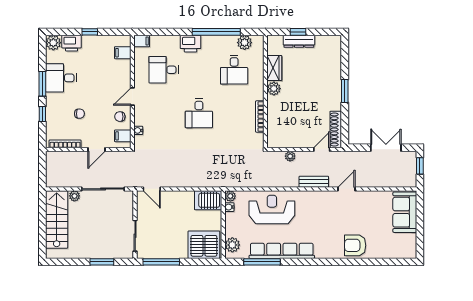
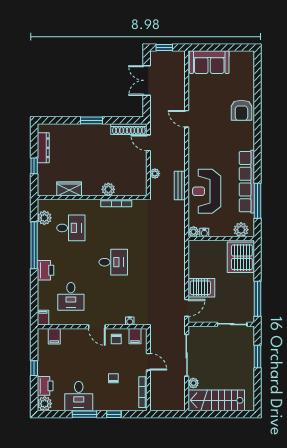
dresser: (299, 41) -> (43, 148), moved
plant: (274, 89) -> (108, 189), moved
bench: (314, 182) -> (180, 185), moved
server rack: (208, 200) -> (201, 288), moved, turned -90

